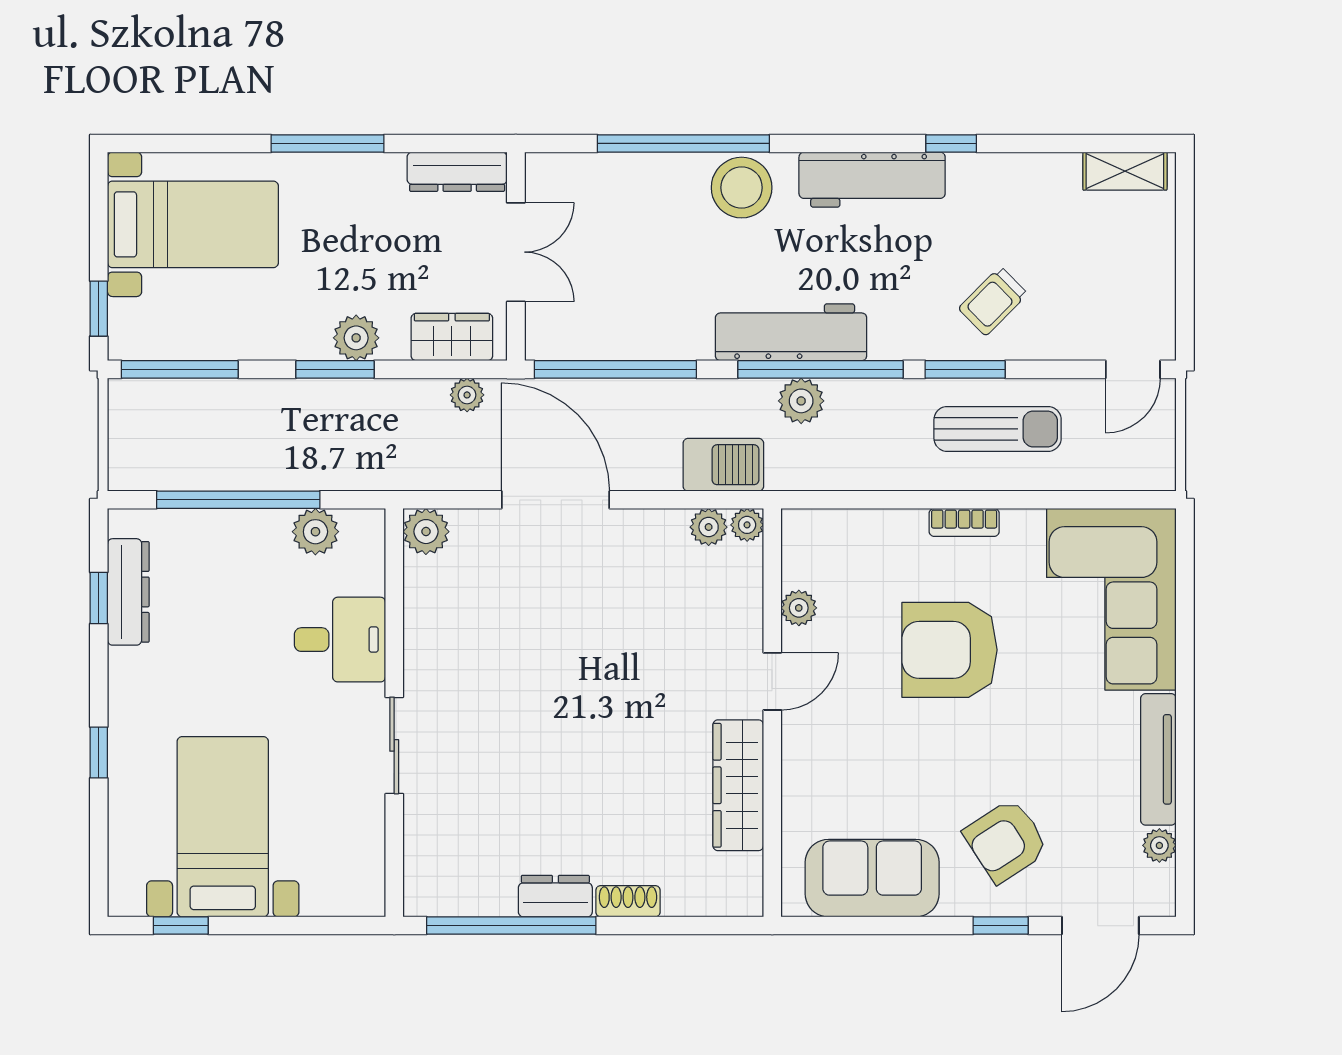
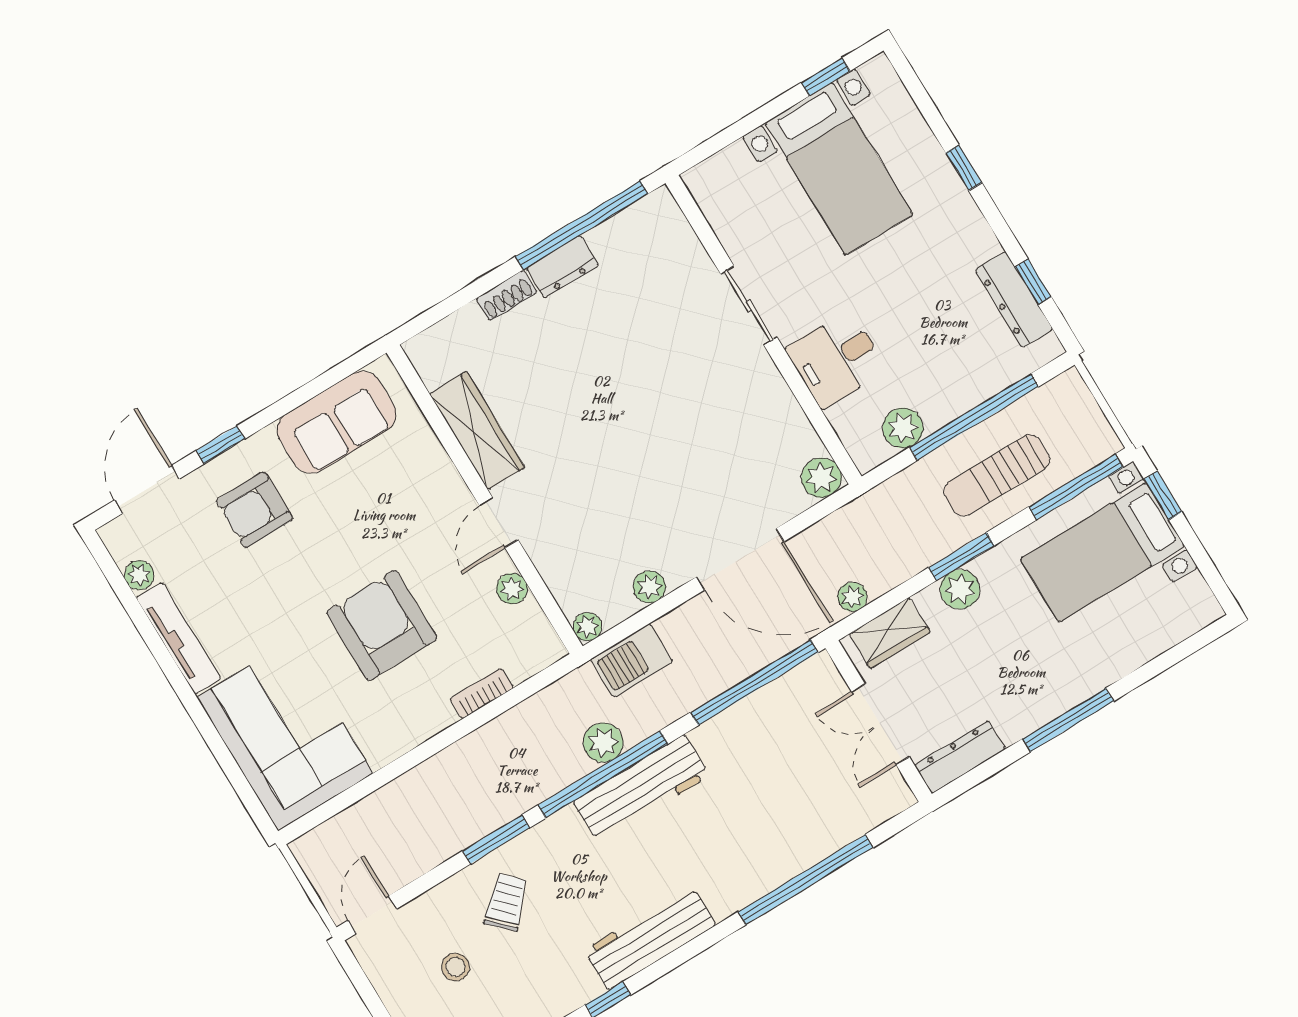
stool: (742, 188) -> (455, 967), moved, width x0.53, depth x0.53
bed with nightstands: (193, 224) -> (1102, 552), moved
sun lounger: (998, 429) -> (997, 475), moved
bookcase: (964, 522) -> (482, 694), moved
plant: (709, 527) -> (649, 587), moved
armchair: (950, 650) -> (382, 625), turned -90
armchair: (1006, 841) -> (255, 510), turned -147

